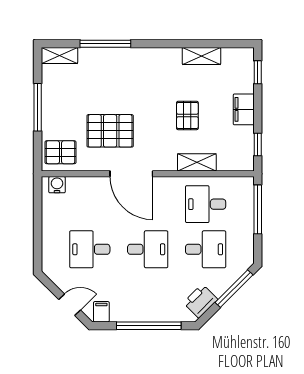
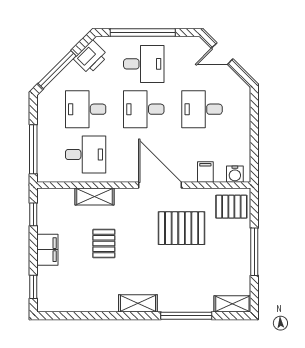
shelving: (201, 56) -> (138, 303), moved
desk: (90, 249) -> (202, 109), turned 180
desk: (148, 294) -> (144, 64), added
filing cabinet: (101, 312) -> (205, 172), moved, turned 180

